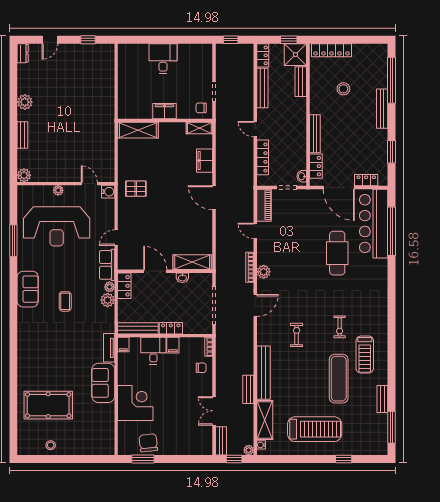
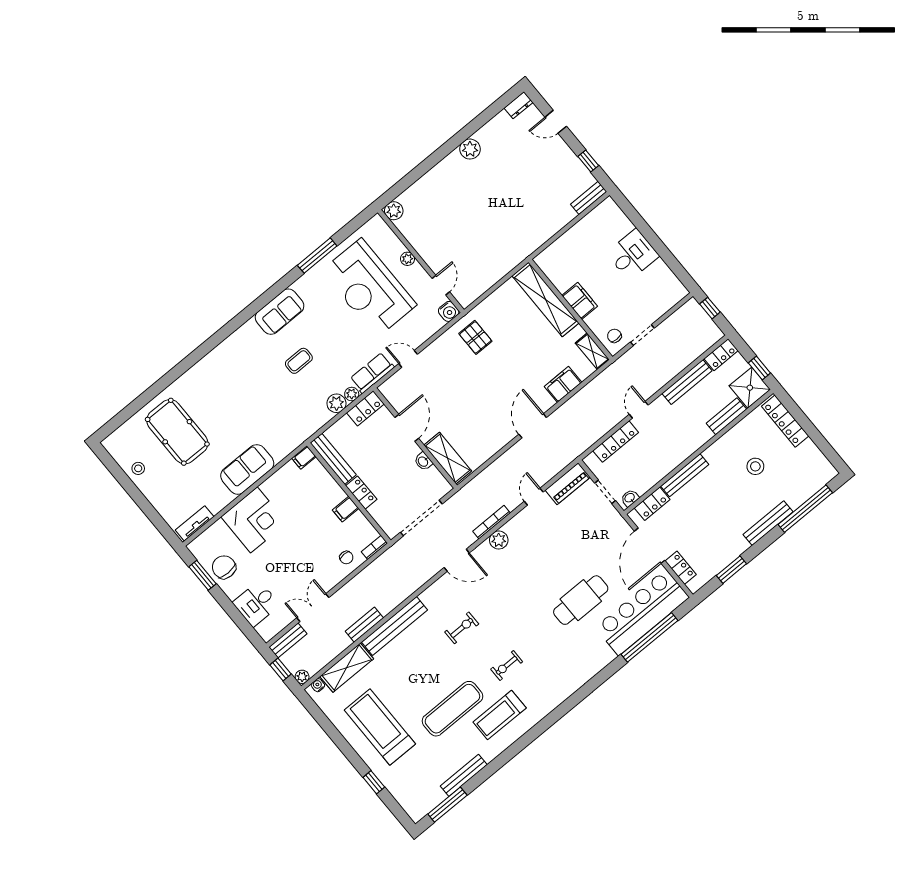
shelving: (138, 130) -> (545, 299), width x1.47
bench: (22, 135) -> (589, 198), moved
tv unit: (109, 348) -> (195, 523), moved
desk: (153, 351) -> (256, 604), moved, turned 180
bench: (382, 399) -> (464, 775), width x1.36
treadmill: (315, 429) -> (380, 727), turned 180
chair: (148, 443) -> (224, 567), turned -84

